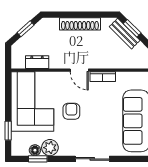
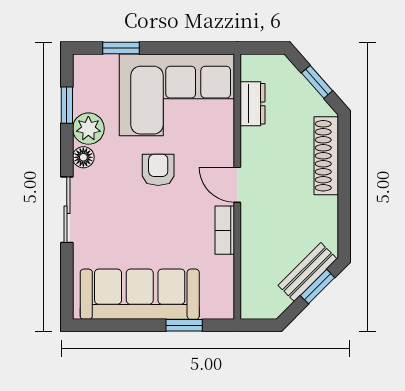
shoe rack: (80, 24) -> (326, 156), moved
door: (79, 70) -> (237, 185), hinge flipped
armchair: (71, 111) -> (158, 170), turned -90
floor lamp: (35, 150) -> (83, 157), moved

